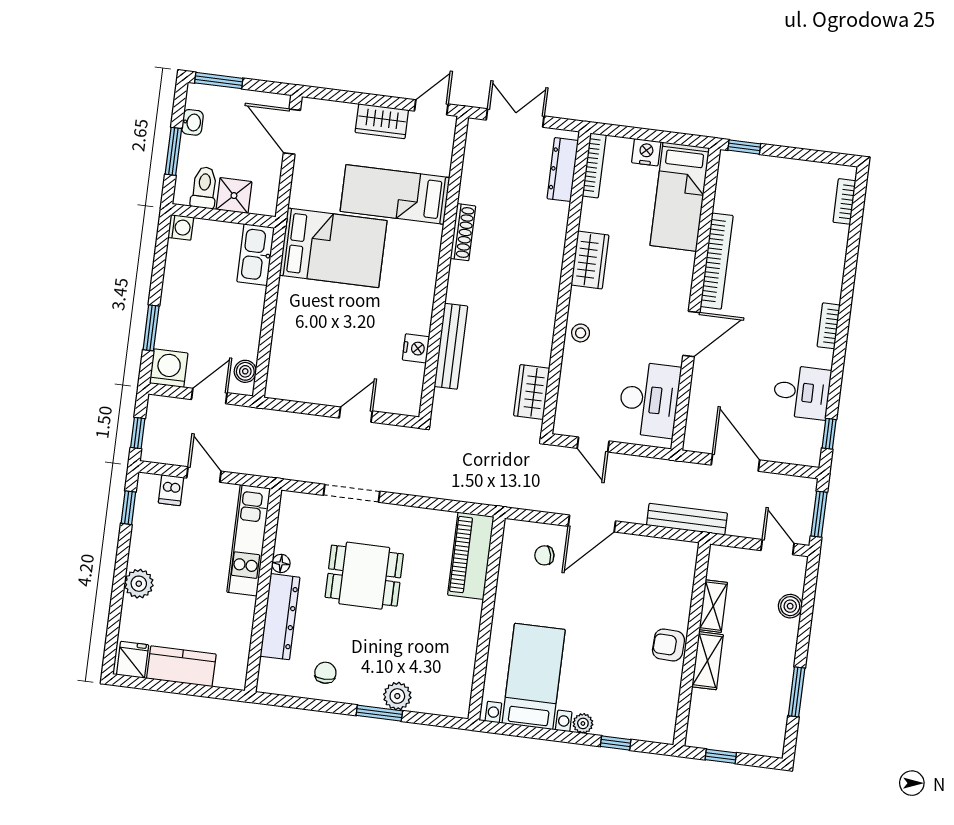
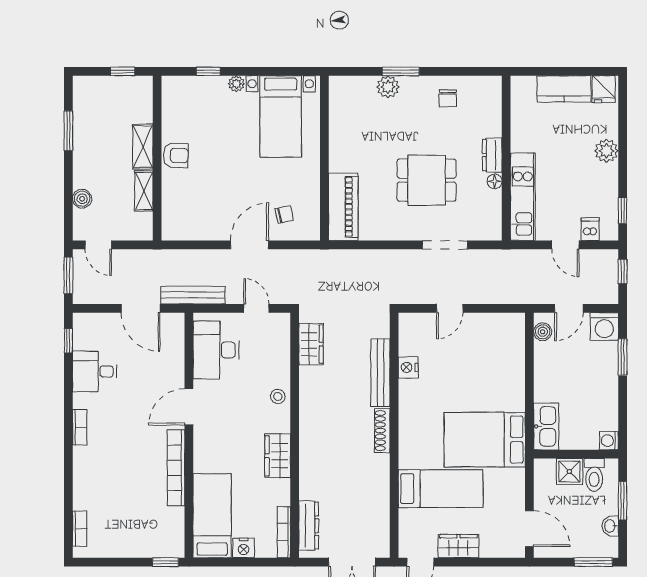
shoe rack: (463, 232) -> (382, 431), moved
bench: (687, 519) -> (193, 295), moved
dresser: (280, 617) -> (492, 155), width x0.51, depth x0.80

